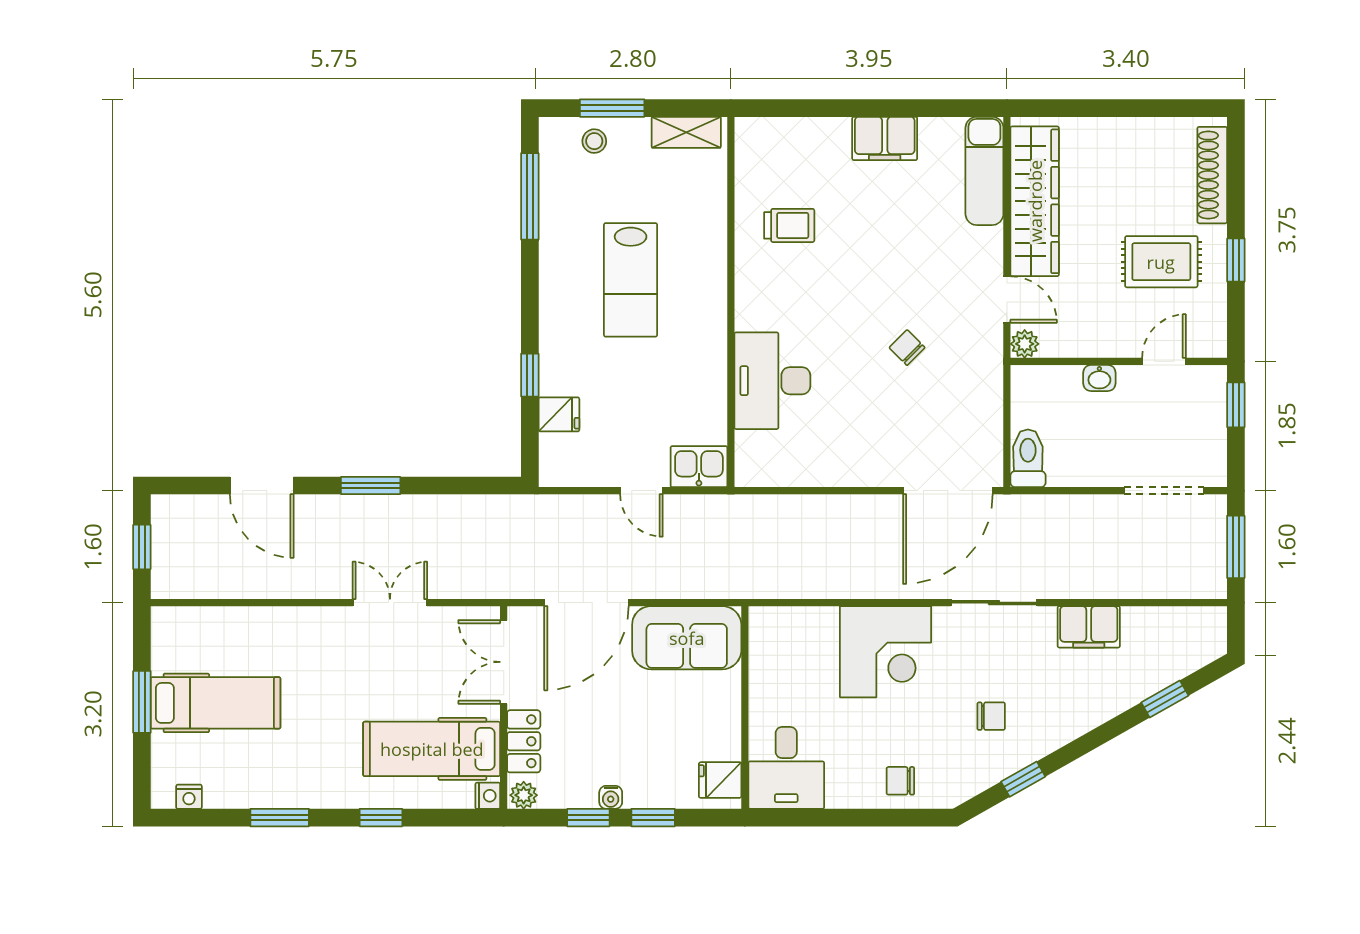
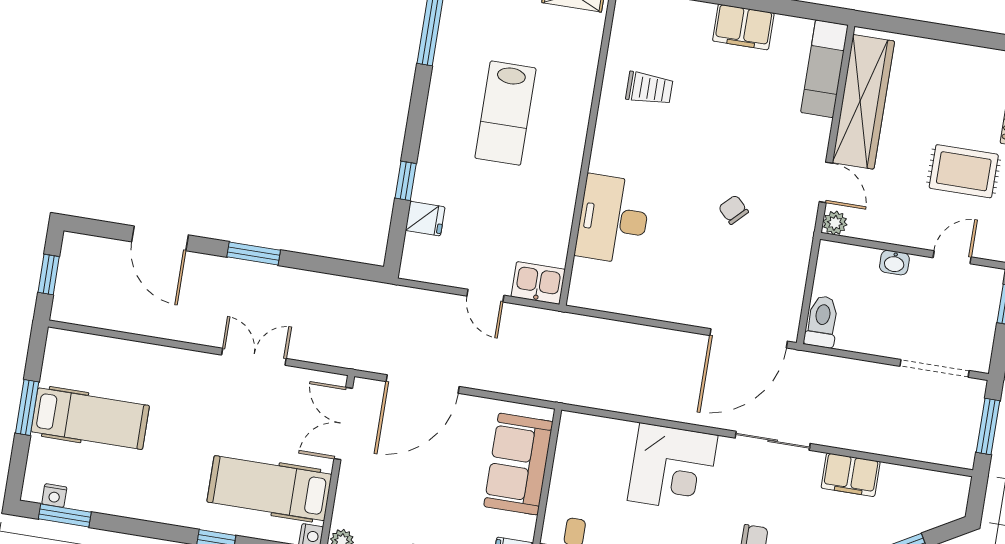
sofa: (687, 638) -> (518, 464), moved, turned 90
locker: (524, 741) -> (349, 494), removed
window: (280, 818) -> (65, 516), moved

